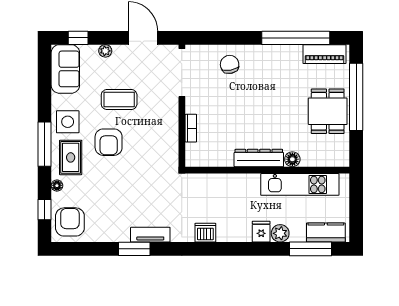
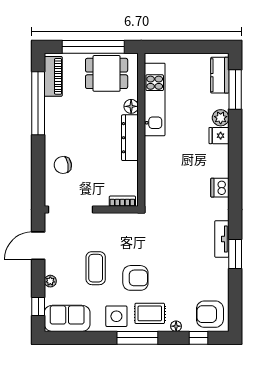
dresser: (259, 158) -> (130, 138), moved
floor lamp: (292, 159) -> (131, 106), moved
wall: (267, 170) -> (141, 130), moved
kitchen unit: (300, 184) -> (155, 99), moved

